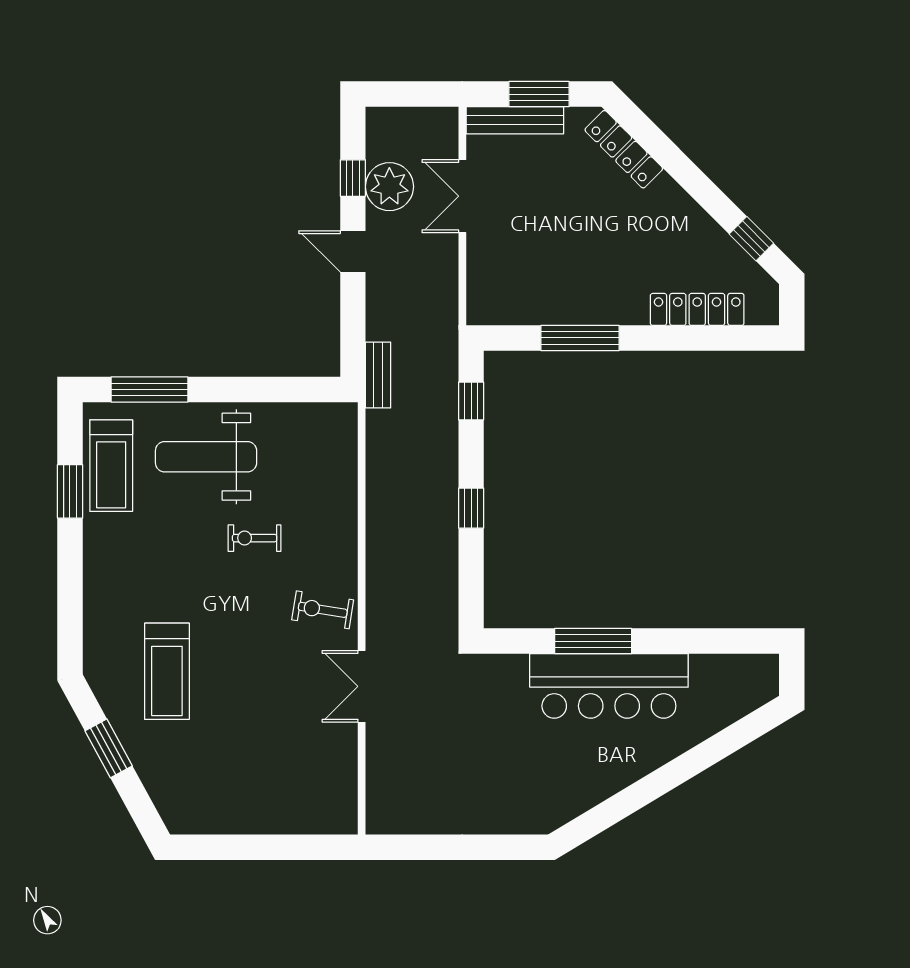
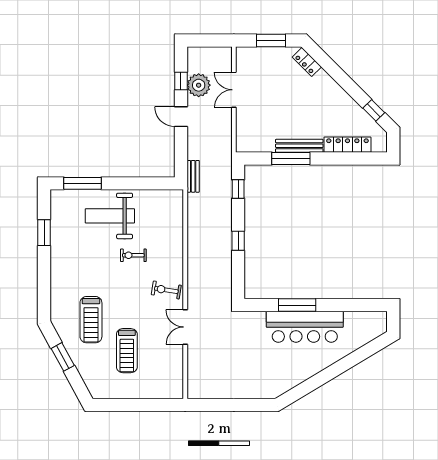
bench: (515, 120) -> (299, 146), moved
locker: (624, 149) -> (307, 62), width x0.66
treadmill: (111, 466) -> (127, 351), moved

